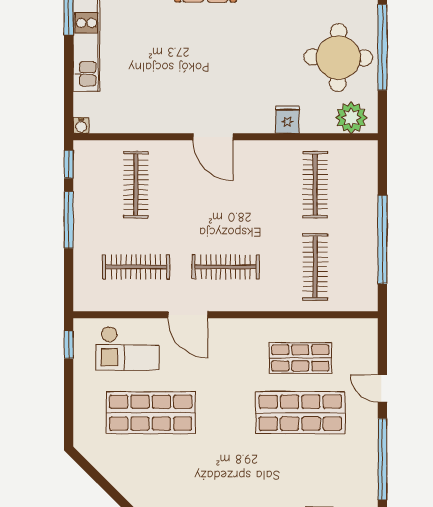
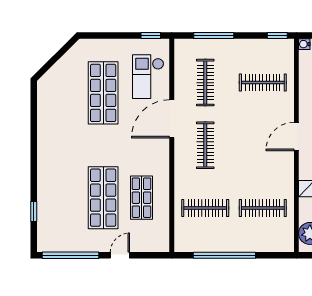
window: (69, 220) -> (214, 35), moved
door: (188, 315) -> (172, 119), width x1.36

